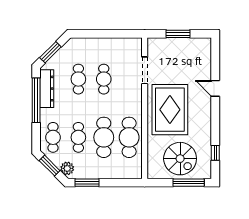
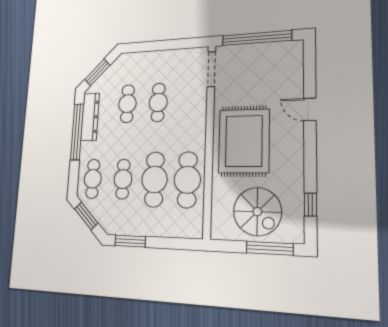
window: (178, 34) -> (257, 38), width x2.11
doorway: (145, 70) -> (211, 69), moved
plant: (67, 168) -> (107, 220), removed

